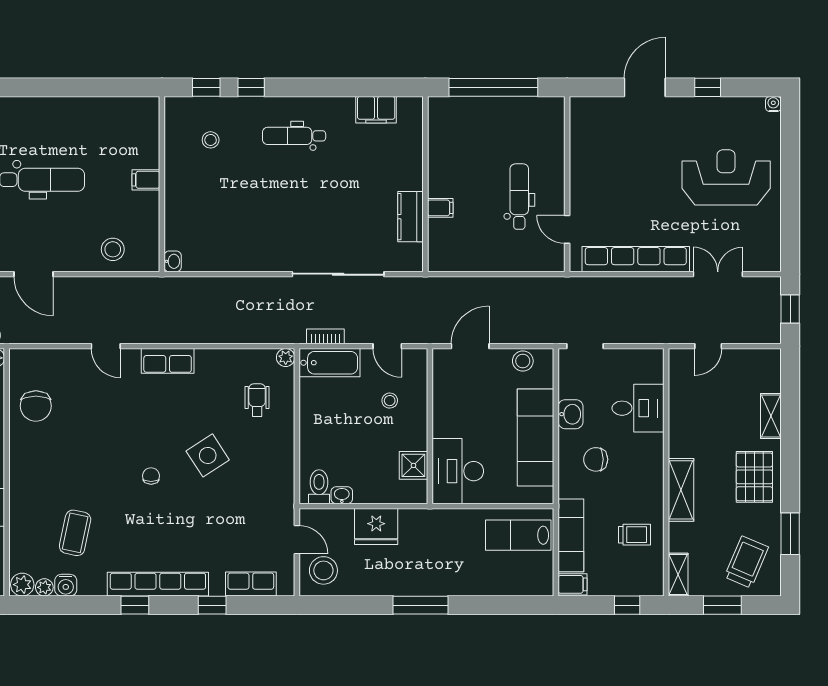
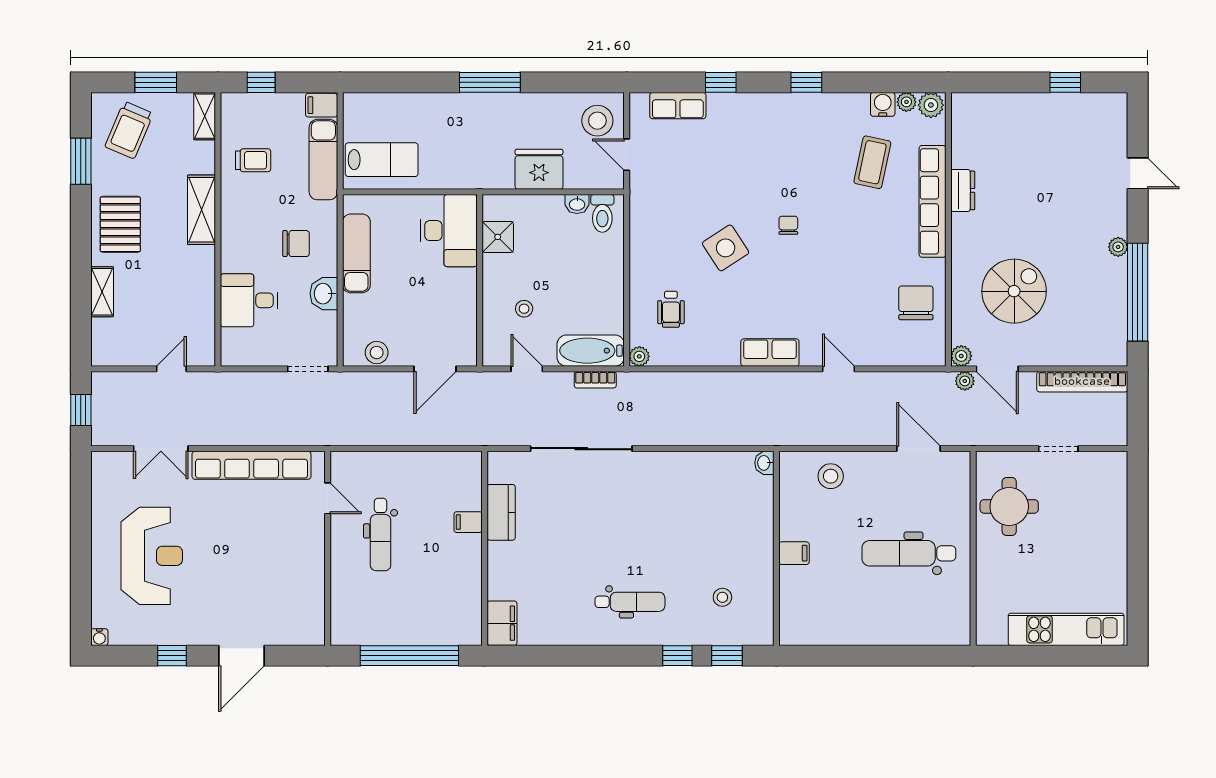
filing cabinet: (376, 110) -> (502, 623), moved, turned 90
reception desk: (726, 177) -> (152, 556), turned -90
exam couch: (535, 438) -> (356, 253), width x0.73, depth x0.69
chair: (151, 476) -> (788, 225), turned 180
trolley: (634, 535) -> (253, 160), turned 180
row of seats: (158, 584) -> (932, 201), moved, turned 90

